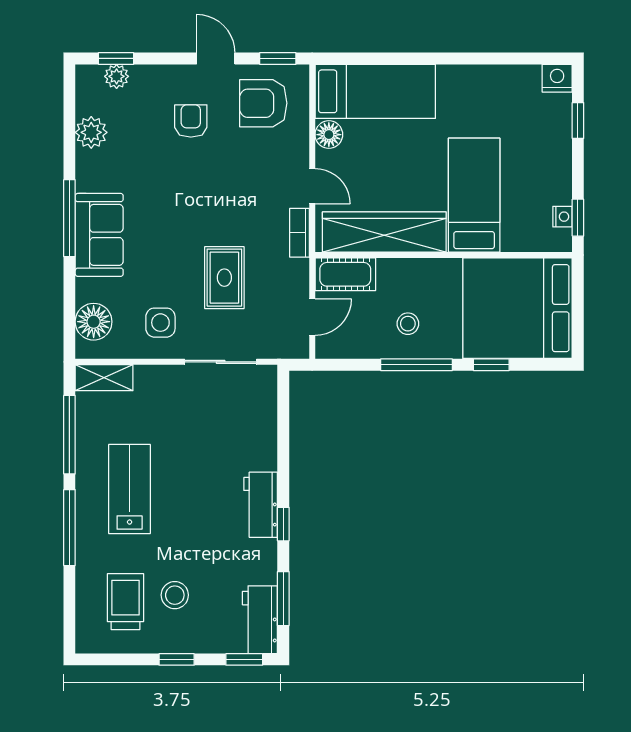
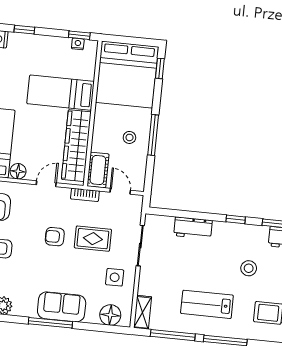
armchair: (221, 211) -> (55, 237), added
bookcase: (299, 233) -> (85, 195), moved
window: (491, 365) -> (160, 68), moved
workbench: (261, 505) -> (193, 228), moved
stool: (175, 595) -> (249, 268), moved

